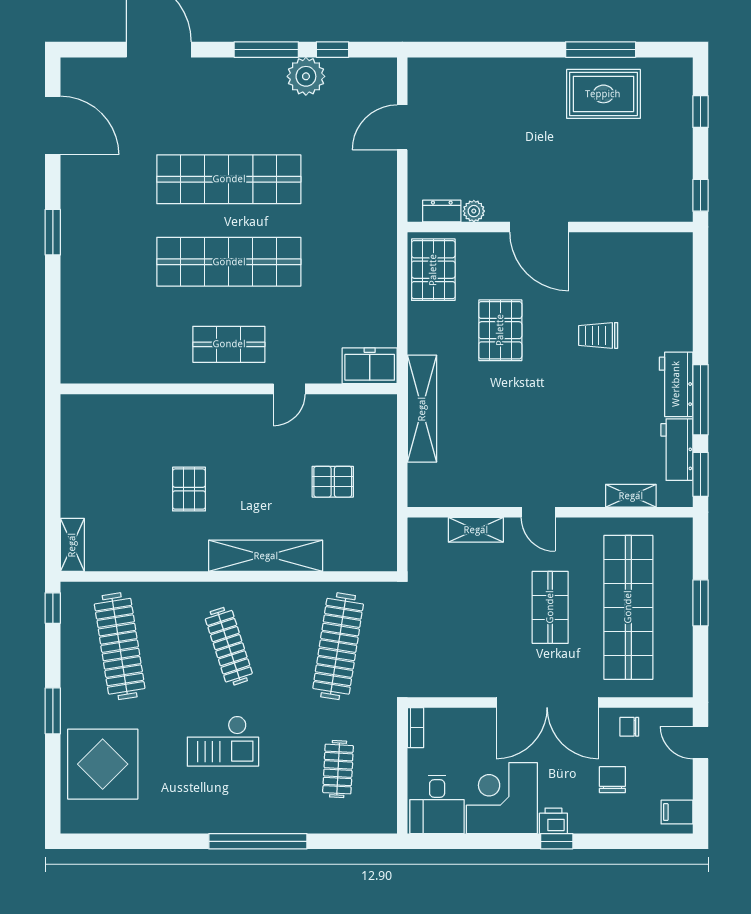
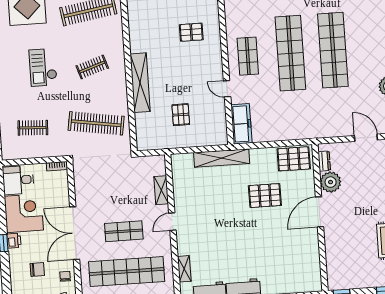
plant: (474, 211) -> (331, 182), width x1.88, depth x1.88
trolley: (598, 335) -> (266, 246), removed
freezer: (370, 366) -> (241, 124), width x1.40
pallet: (189, 489) -> (191, 32), moved
clothes rail: (229, 646) -> (92, 67), width x0.73

